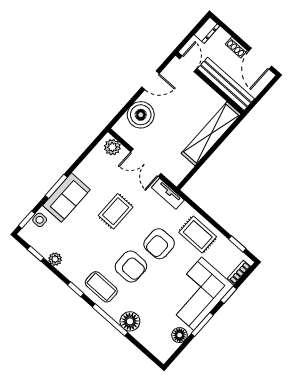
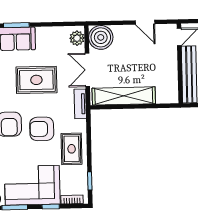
boiler: (141, 115) -> (101, 37), moved
shelving: (211, 134) -> (124, 96), moved
rug: (116, 211) -> (36, 80), width x1.36, depth x1.43

